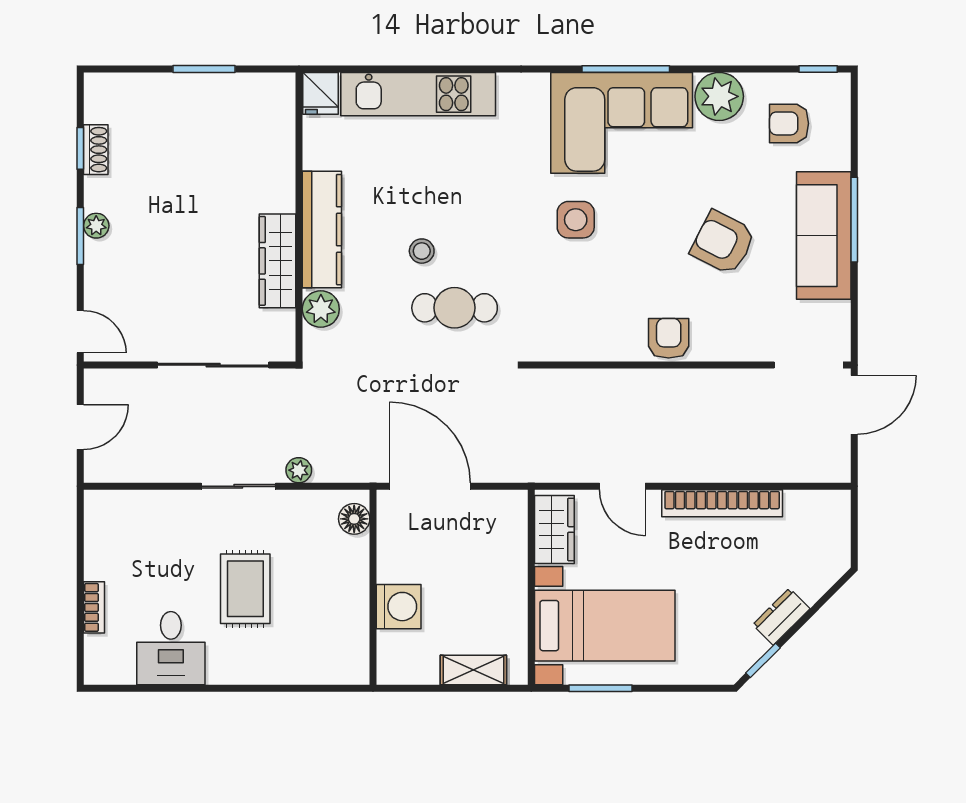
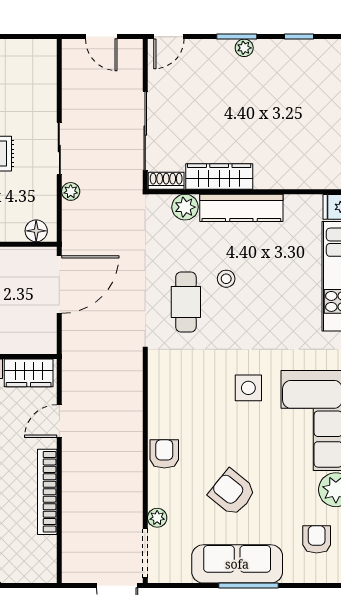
shoe rack: (96, 150) -> (166, 181), moved, turned 180
armchair: (723, 243) -> (232, 492), turned -78
armchair: (669, 338) -> (164, 454), turned -90
plant: (759, 348) -> (157, 518), added

